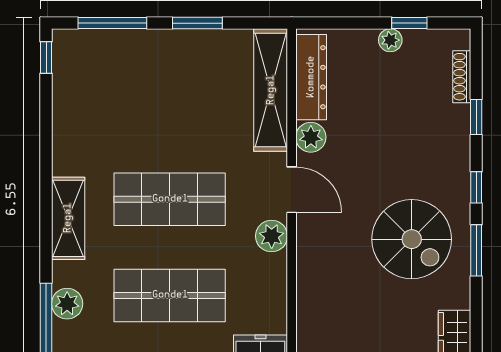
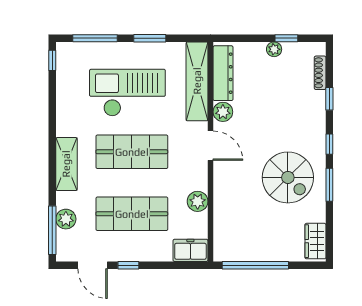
checkout: (163, 108) -> (127, 93), added
plant: (272, 236) -> (198, 201), moved

